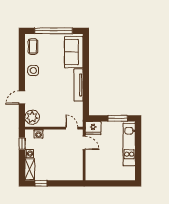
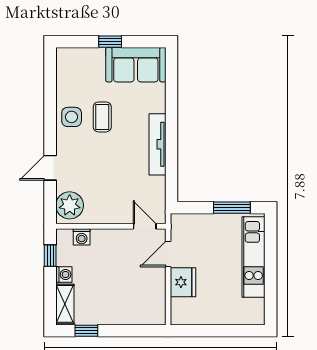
window: (54, 31) -> (110, 42), width x0.32
coffee table: (33, 47) -> (102, 117), moved
sofa: (74, 52) -> (136, 65), moved, turned -90
fridge: (93, 128) -> (183, 282), moved, turned -90
door: (84, 143) -> (168, 254), swing flipped

